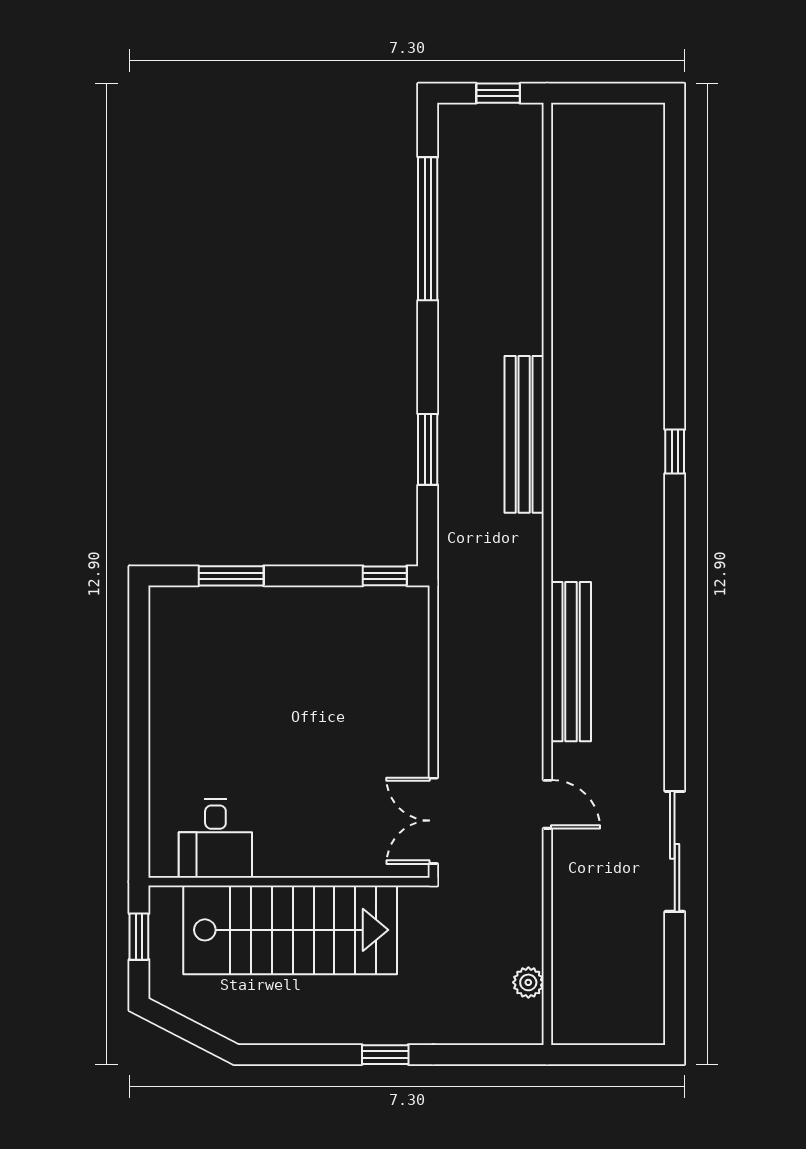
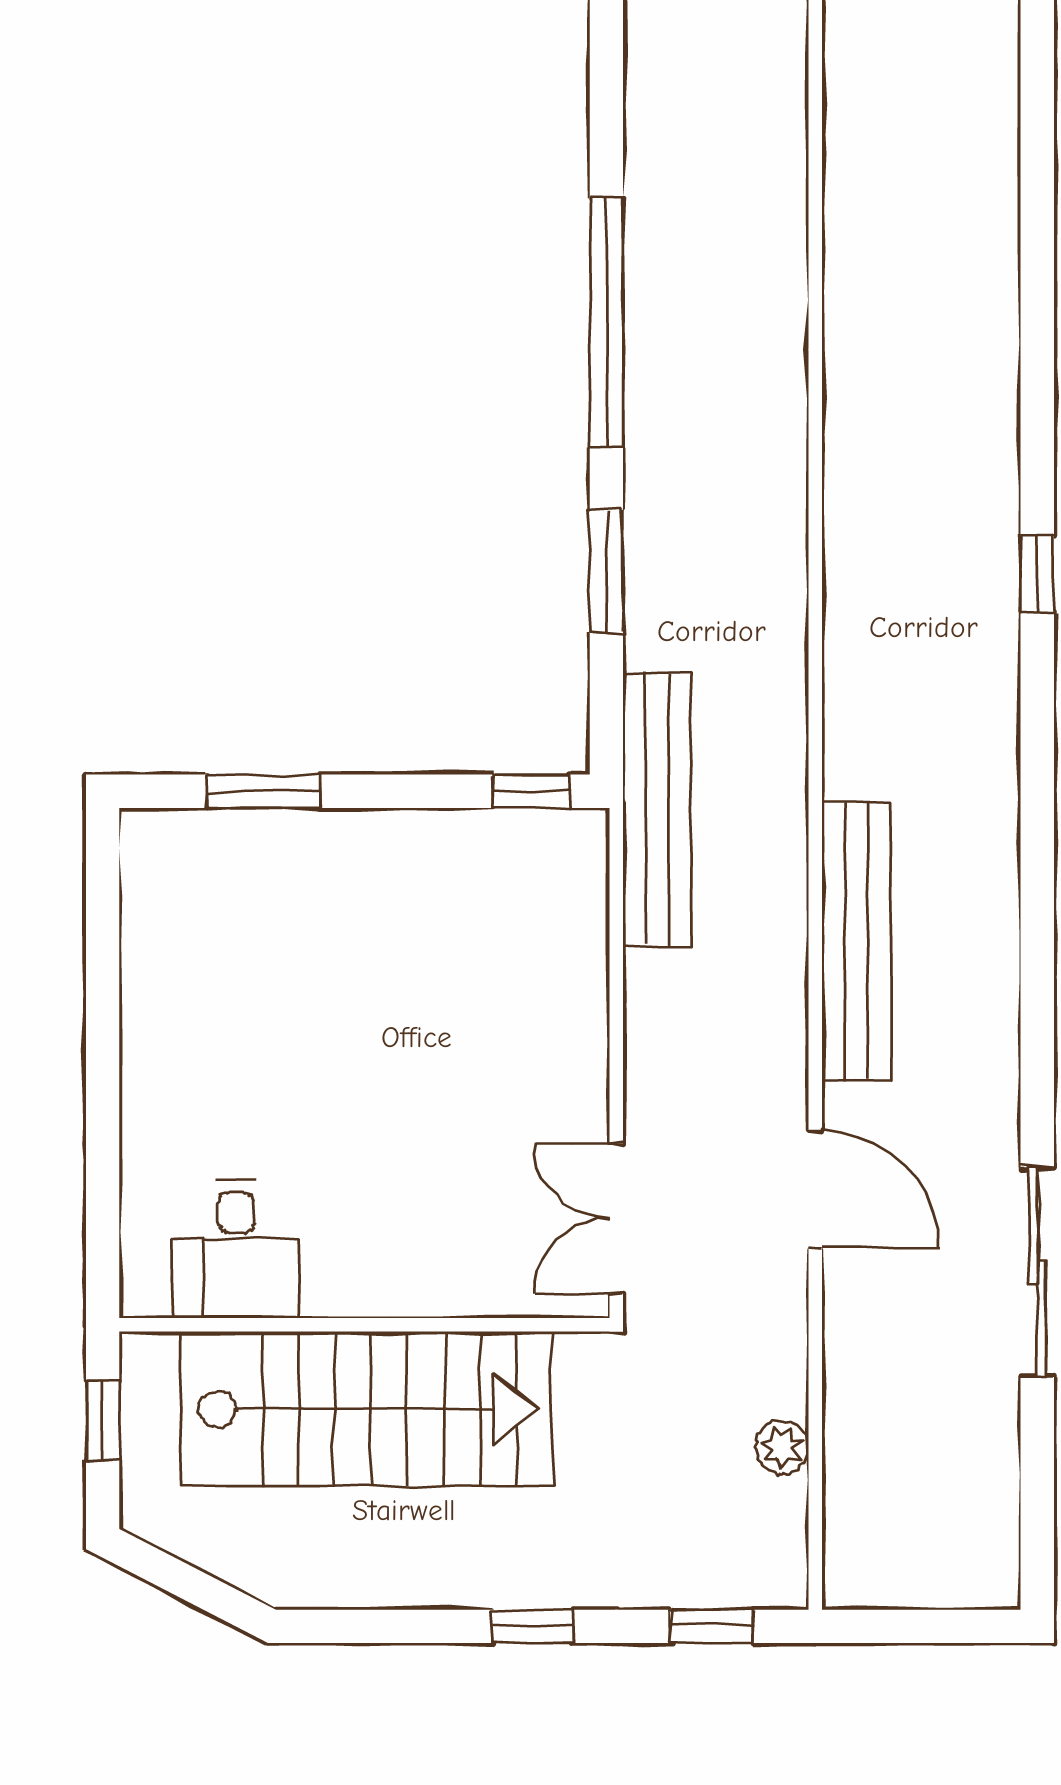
window: (428, 229) -> (606, 323), moved
bench: (524, 434) -> (657, 810), moved
door: (547, 804) -> (815, 1190), width x1.38
plant: (528, 982) -> (782, 1447), moved
window: (488, 1055) -> (711, 1626), added

